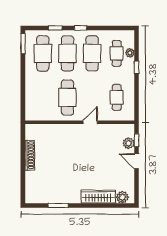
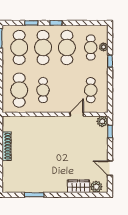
cafe table: (43, 97) -> (19, 90), added
cafe table: (67, 97) -> (43, 90), width x0.73, depth x0.74
door: (90, 122) -> (77, 114), moved
plant: (129, 143) -> (102, 121), moved
door: (136, 161) -> (110, 168), moved
wardrobe: (98, 197) -> (78, 186), width x0.67

